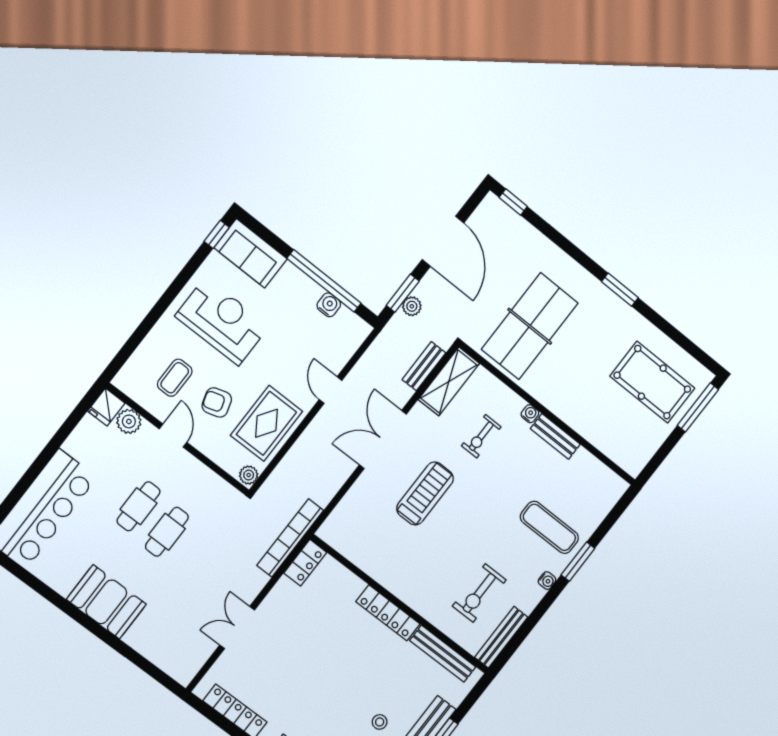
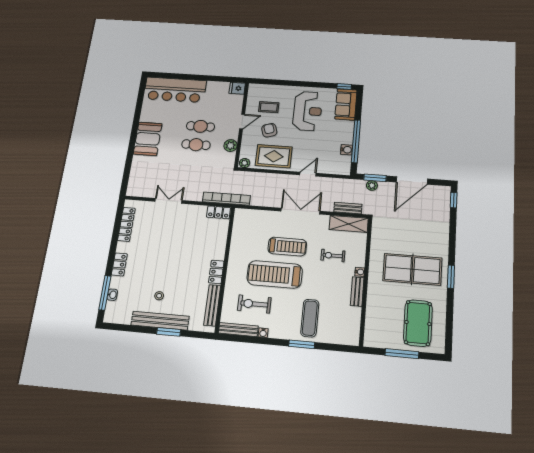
table tennis table: (530, 326) -> (412, 269), moved
window: (698, 407) -> (402, 354), moved
plant: (129, 421) -> (231, 146), moved
treadmill: (455, 538) -> (275, 274), added
water cooler: (547, 581) -> (263, 333), moved
locker: (388, 613) -> (216, 272), width x0.66

